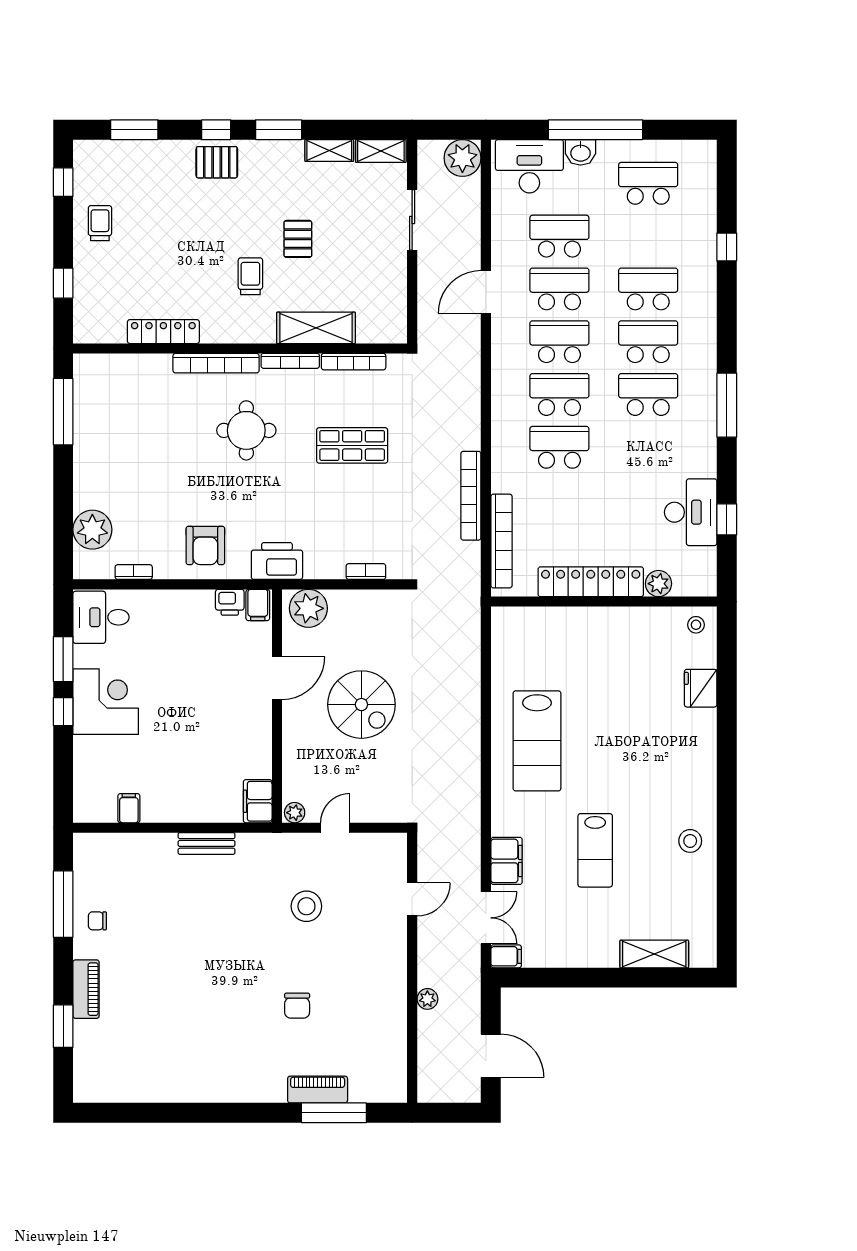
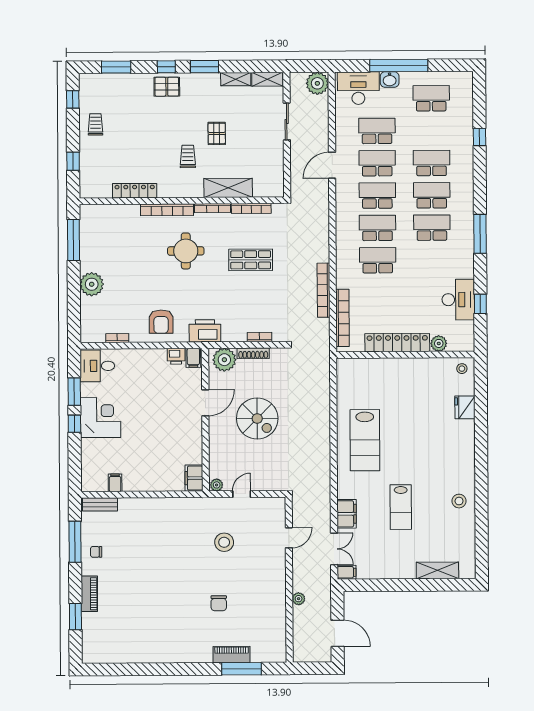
plant: (92, 530) -> (92, 284), moved
shoe rack: (355, 598) -> (253, 353), added
bench: (207, 843) -> (100, 504), moved

